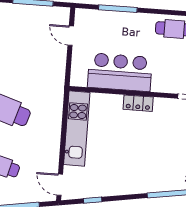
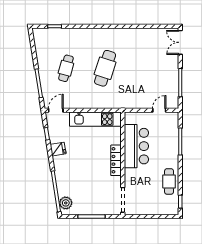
locker: (138, 103) -> (116, 160), width x1.53
fridge: (116, 185) -> (58, 149), added

